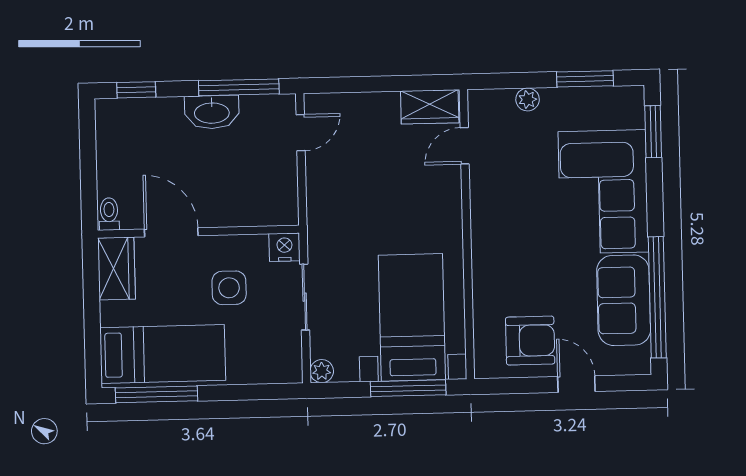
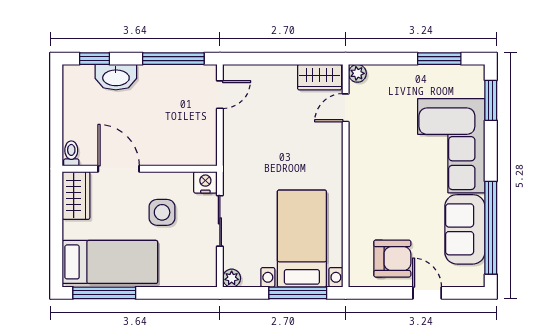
plant: (528, 99) -> (357, 73), moved
washbasin: (212, 112) -> (116, 77), moved

